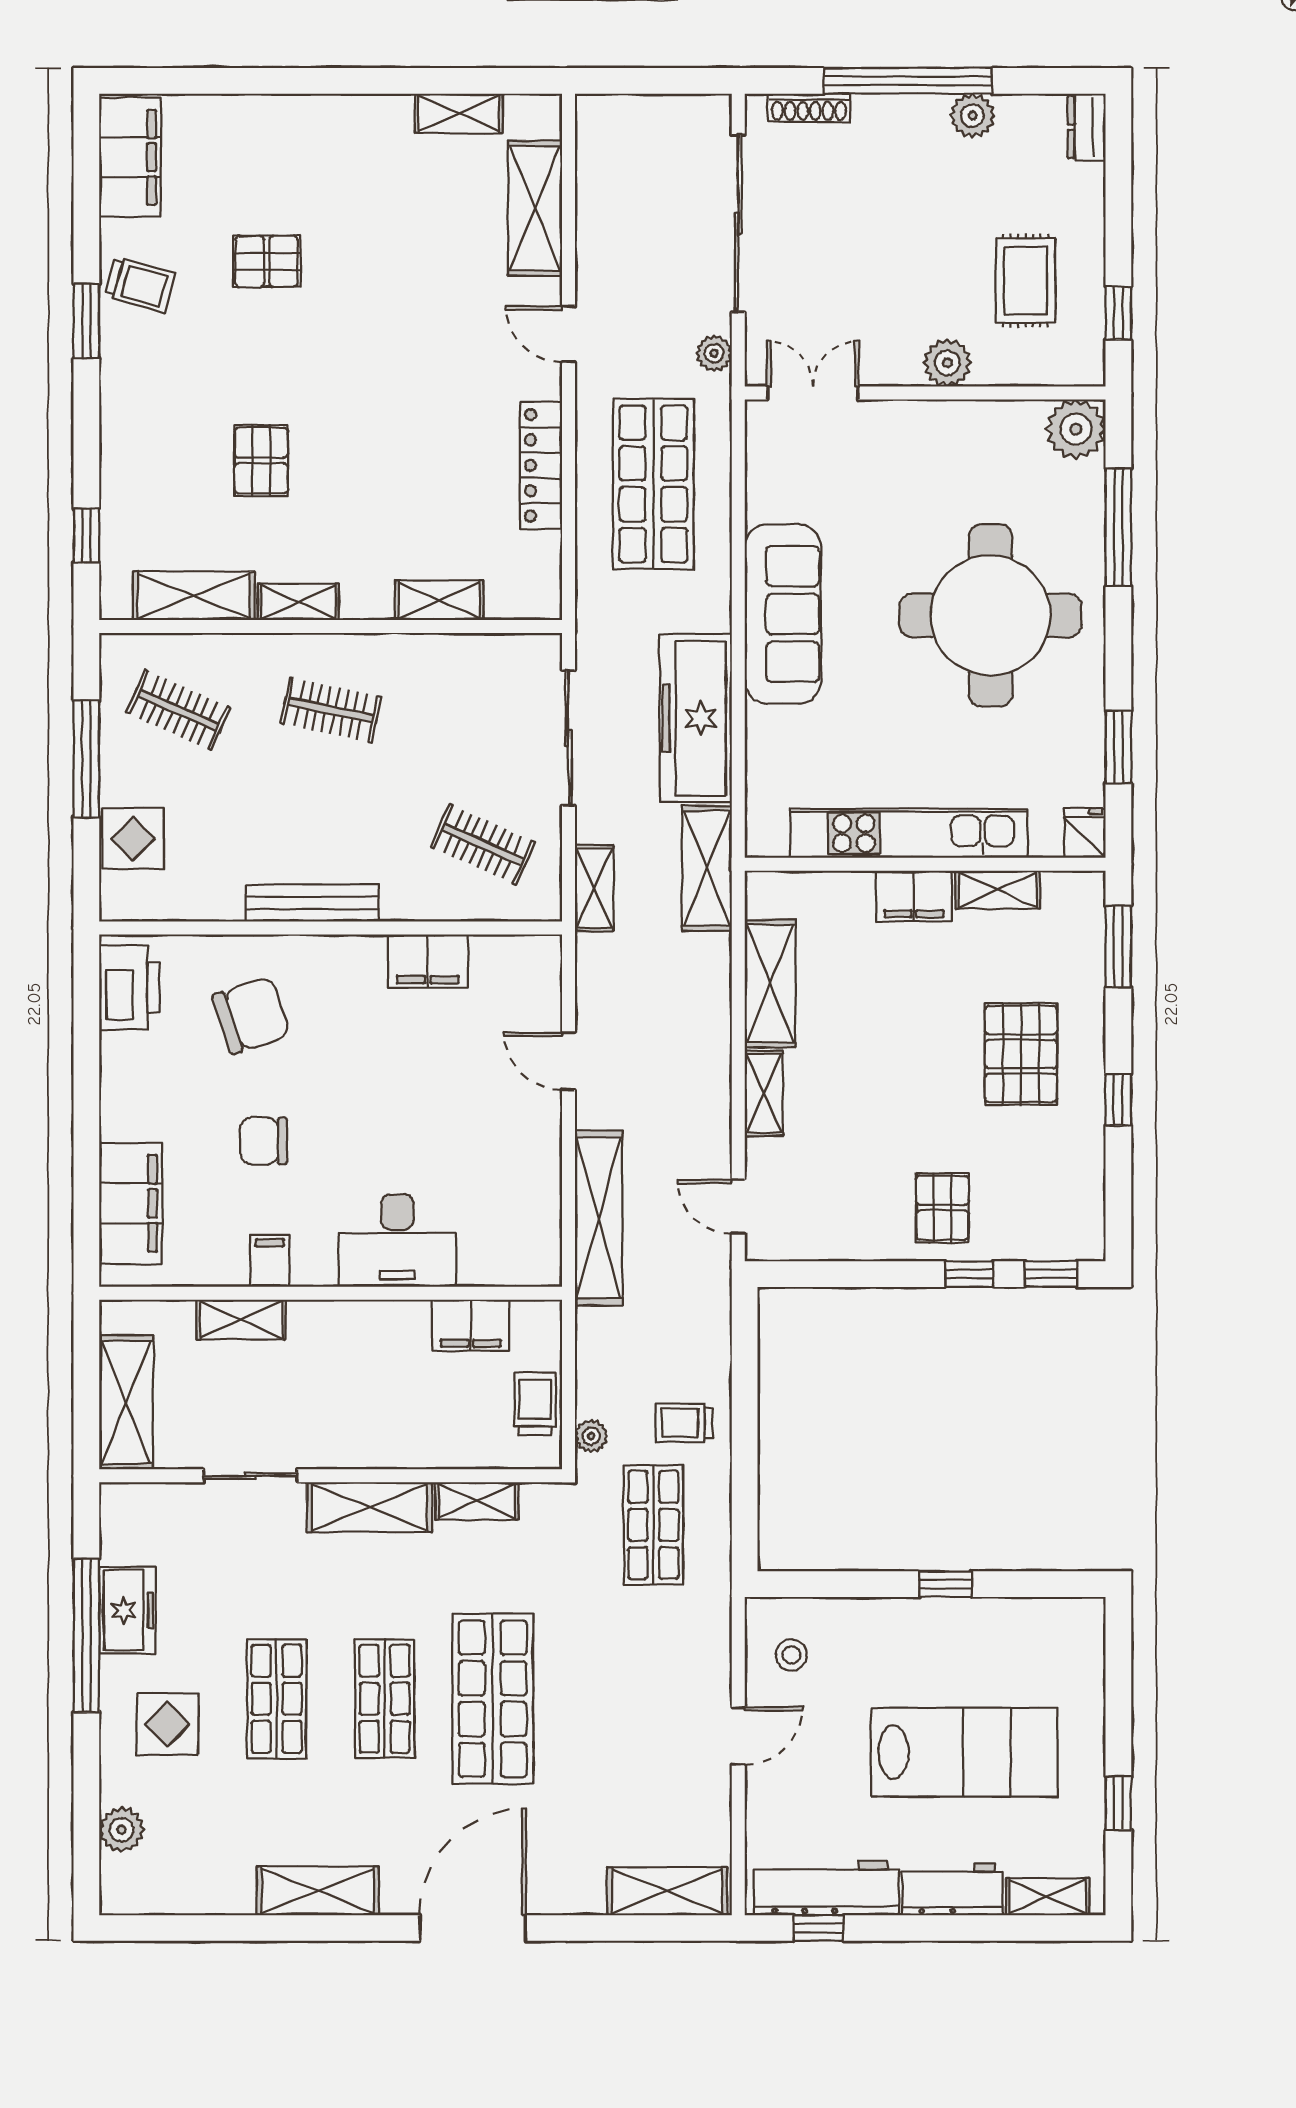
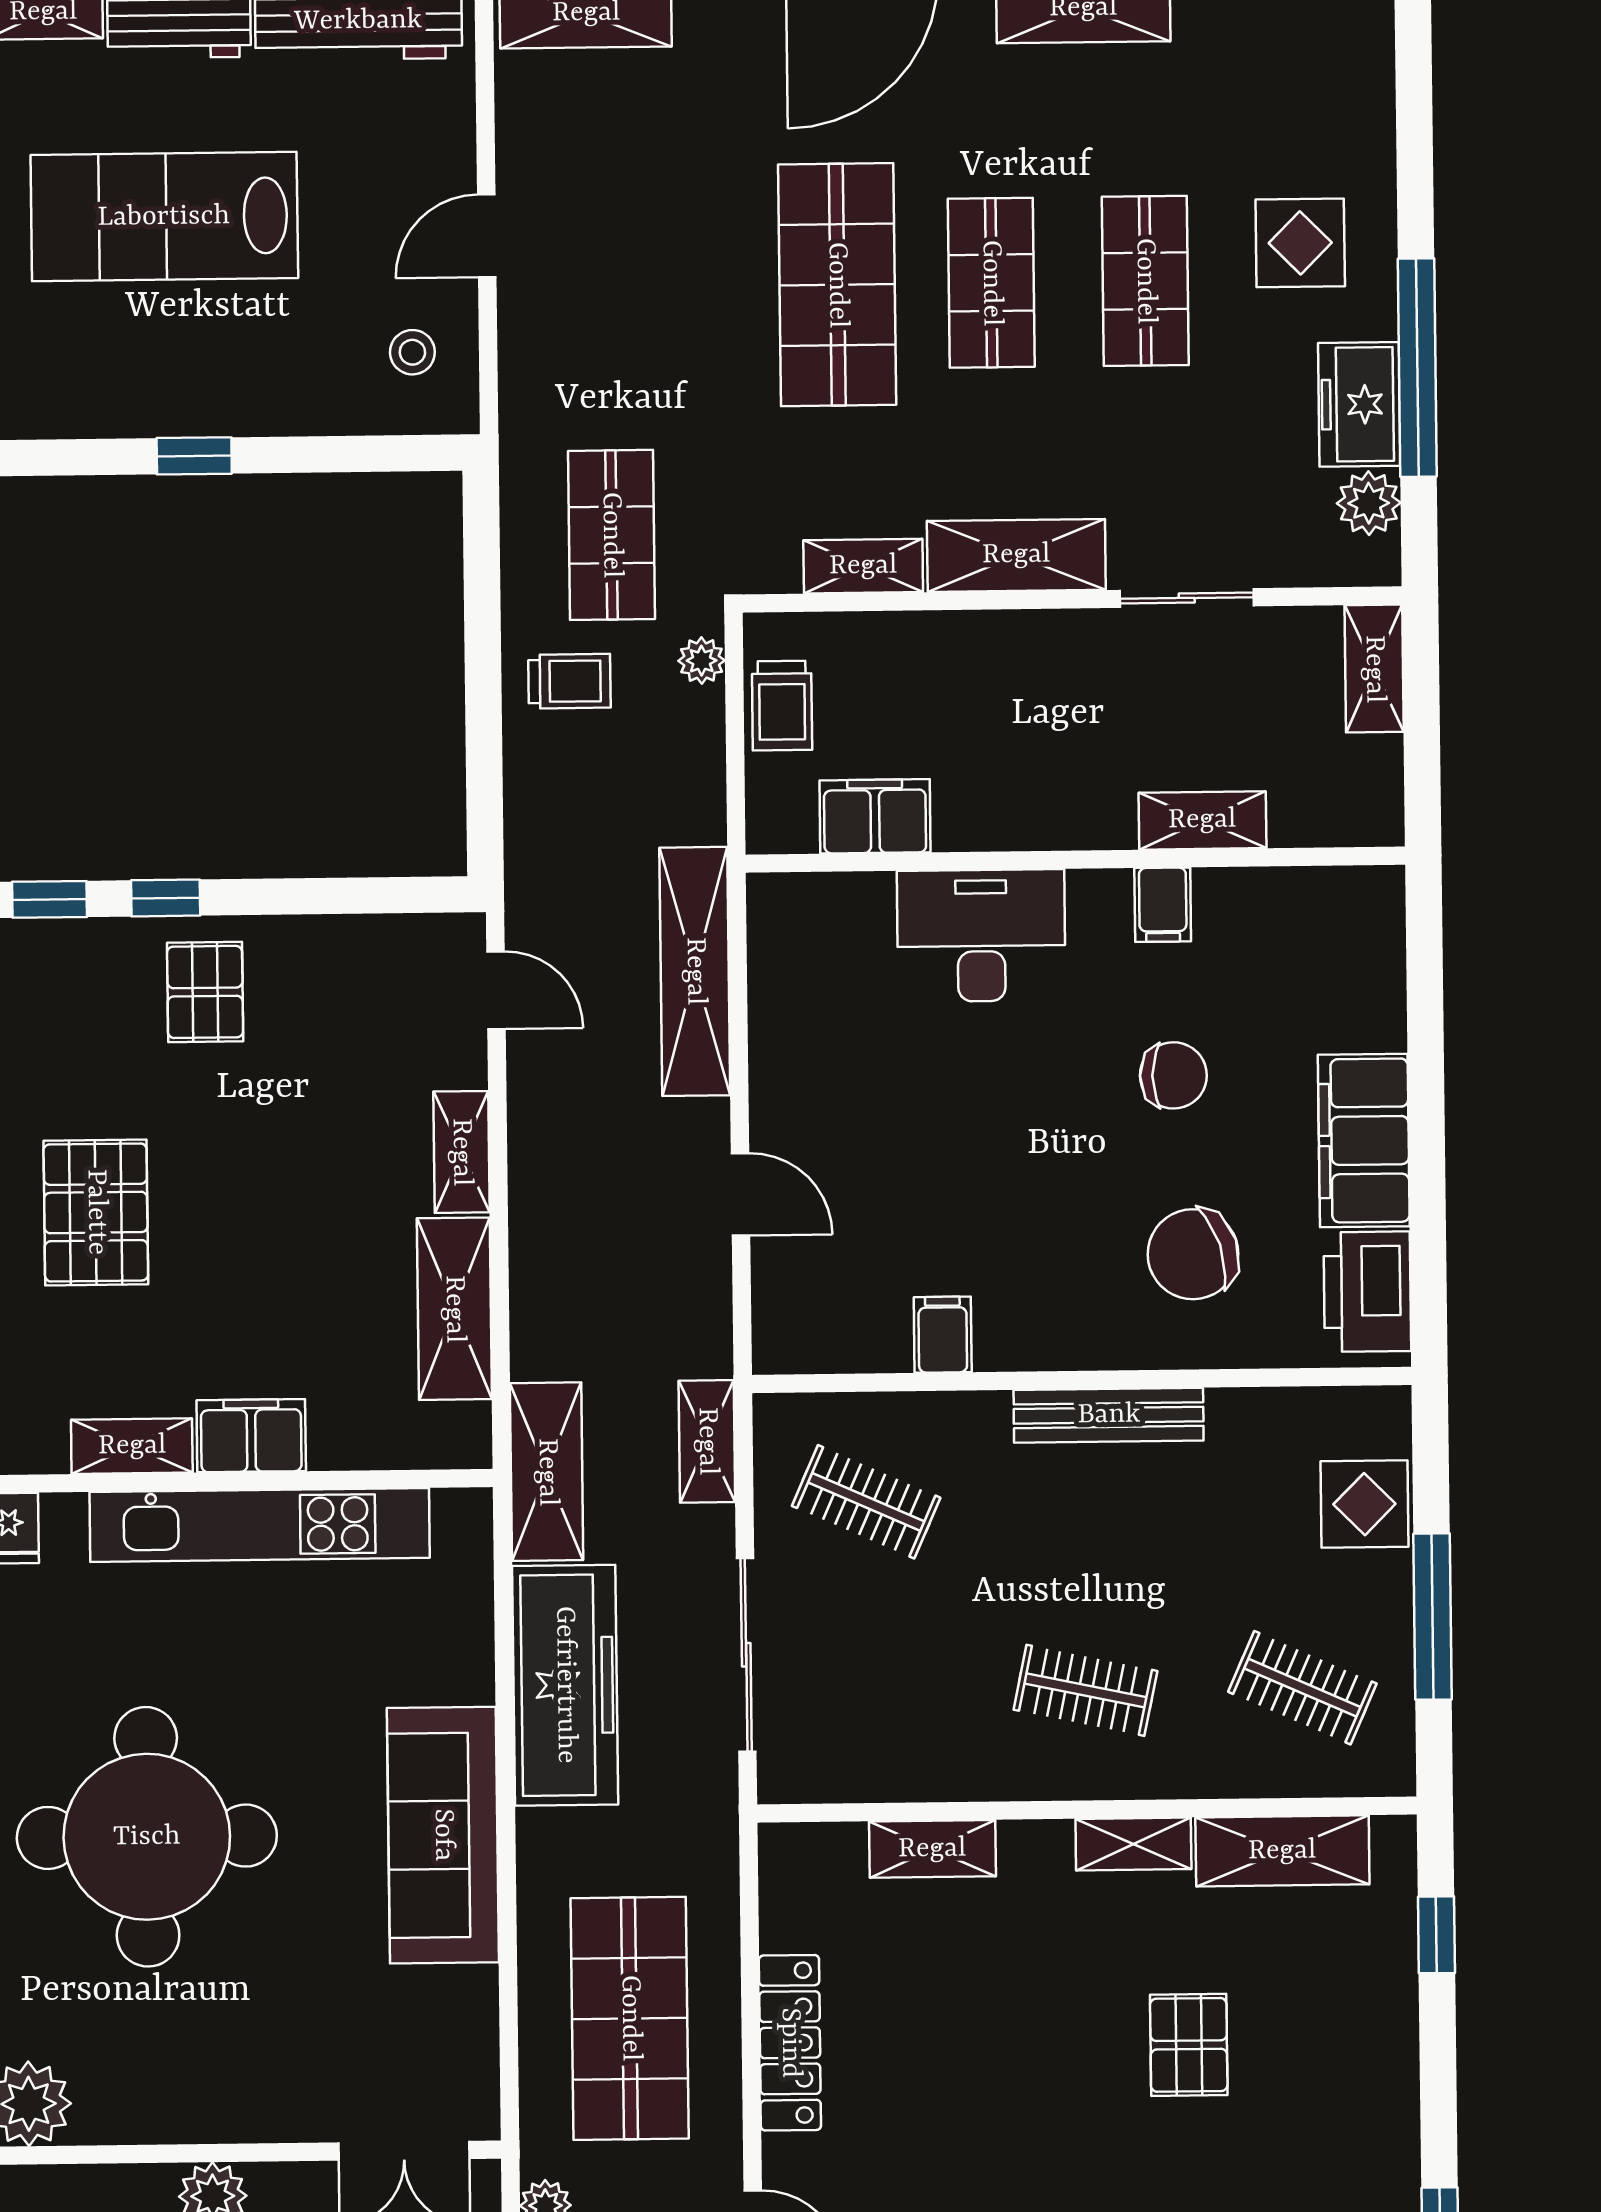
filing cabinet: (428, 961) -> (943, 1335), width x0.50
filing cabinet: (131, 1203) -> (1364, 1141), moved
shelving: (126, 1402) -> (1374, 669), width x0.67, depth x0.75
plant: (122, 1830) -> (1369, 503), moved

